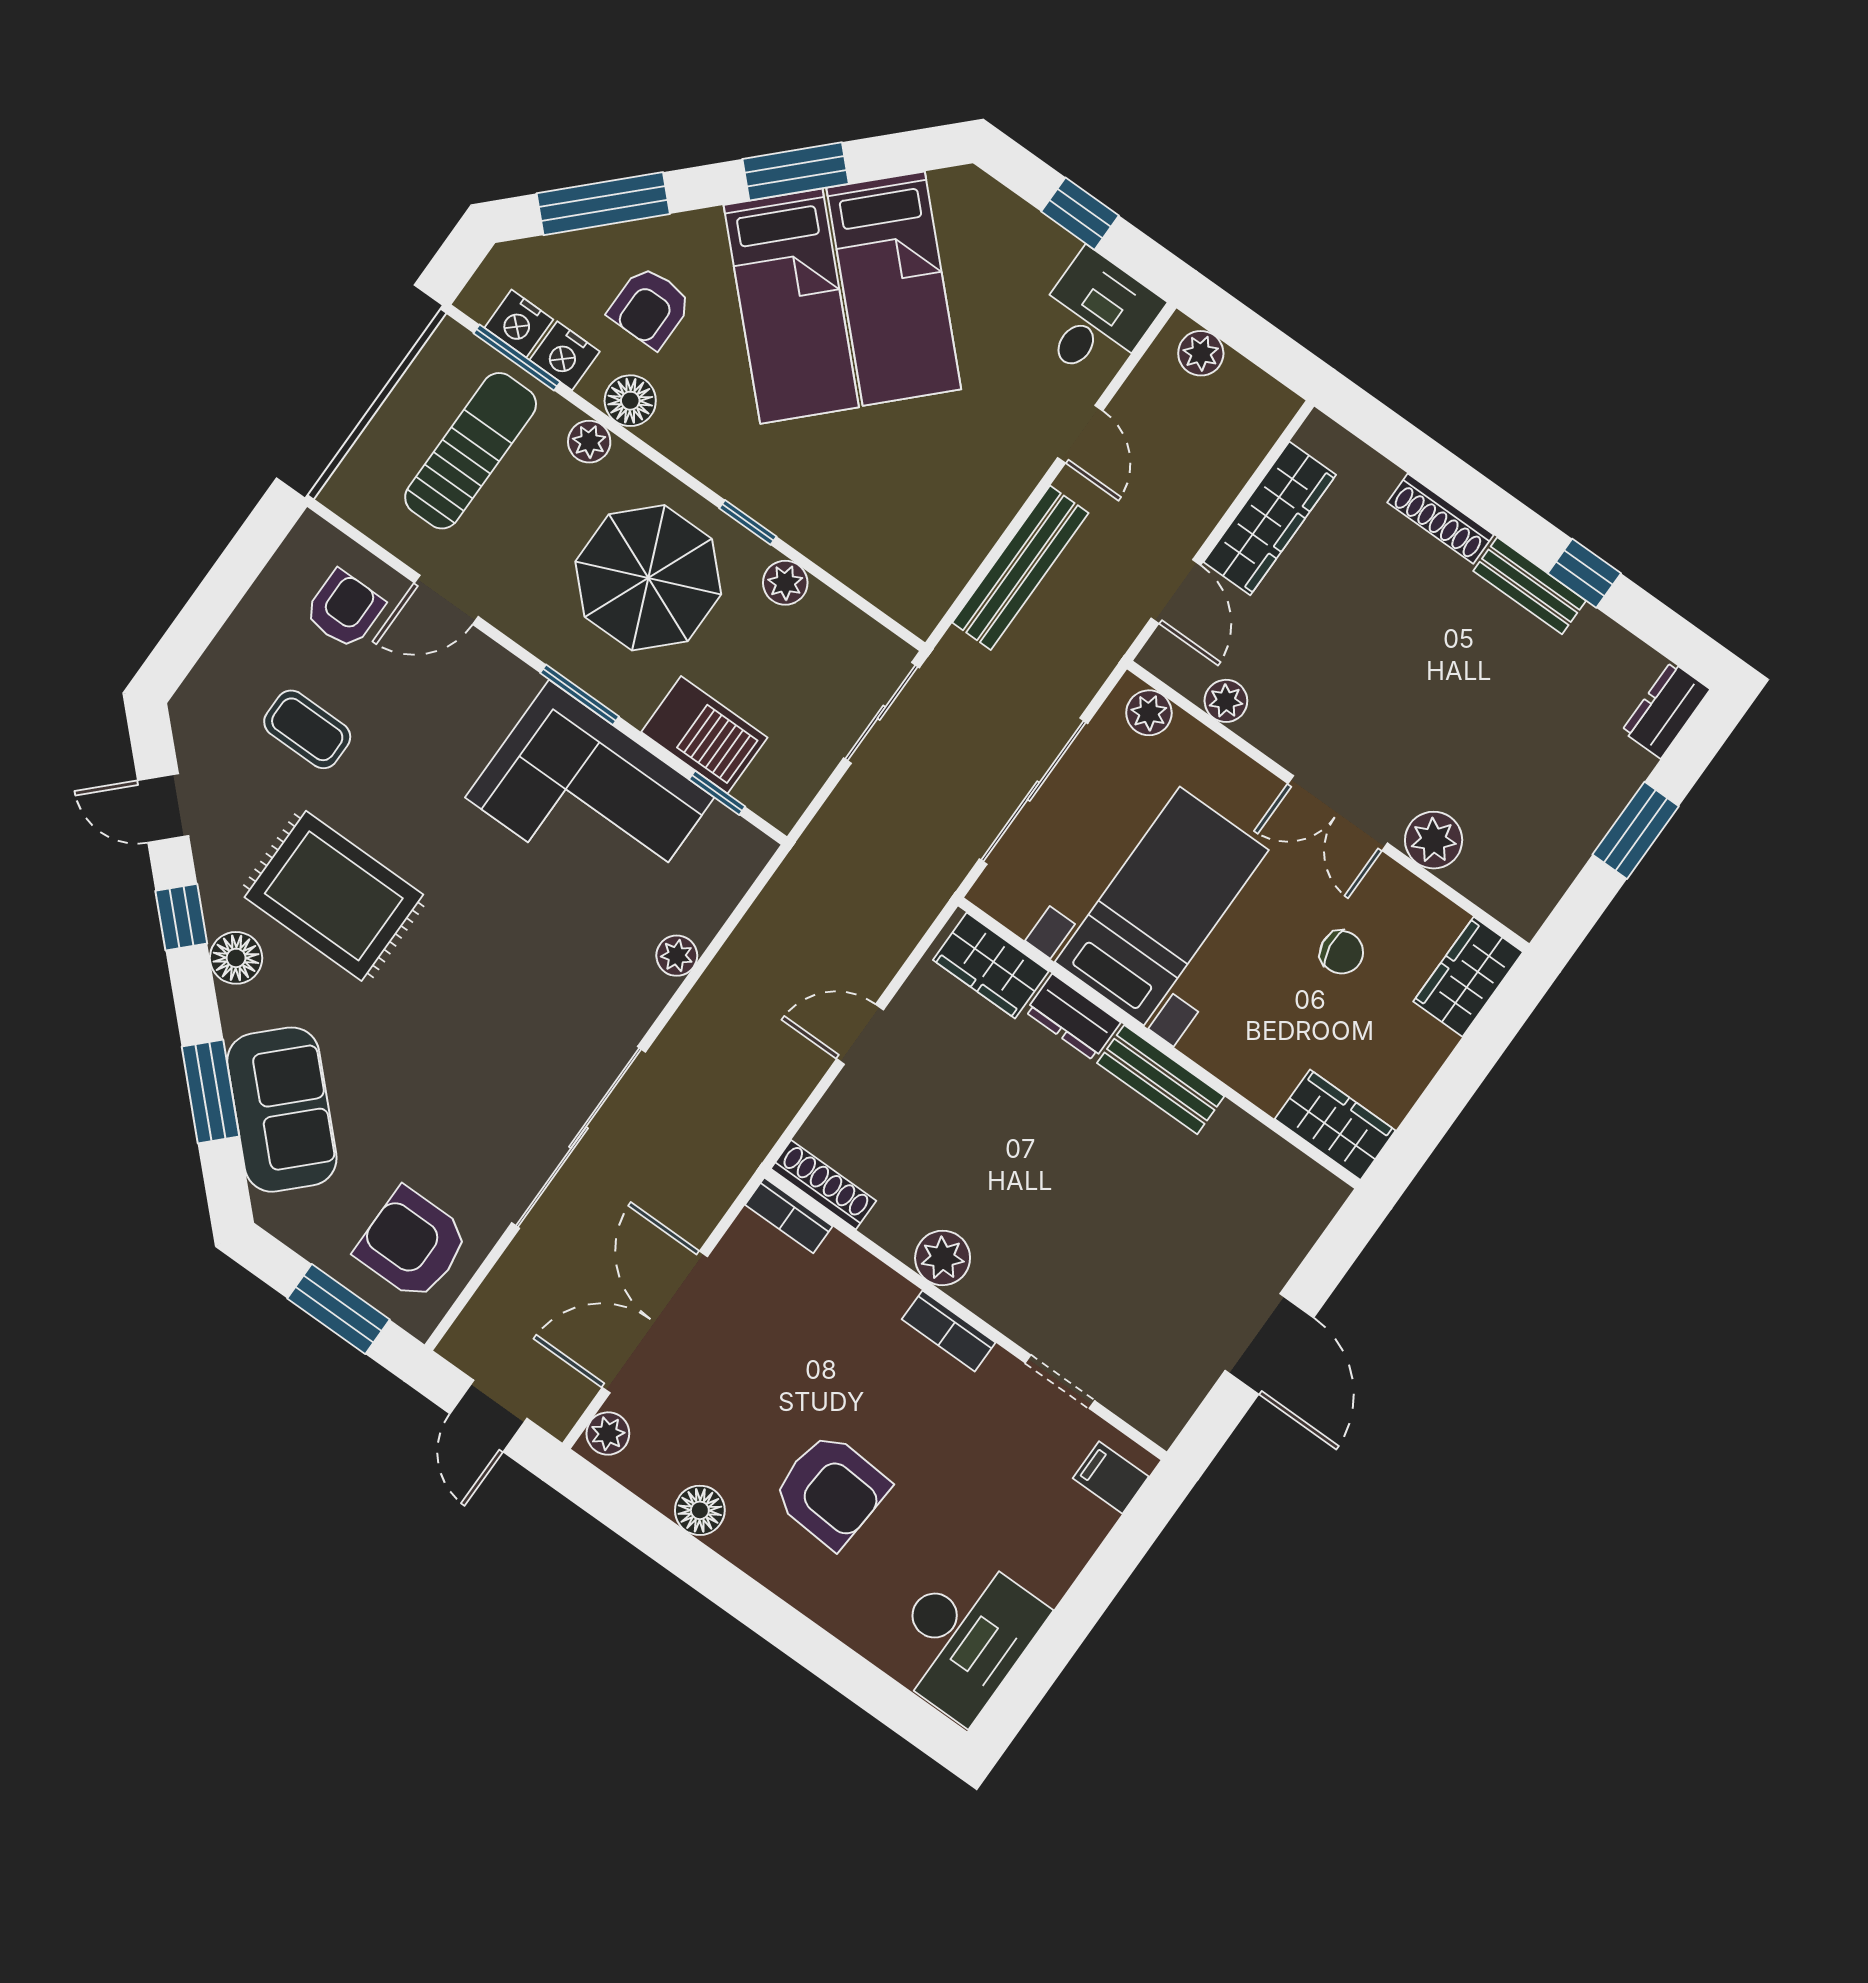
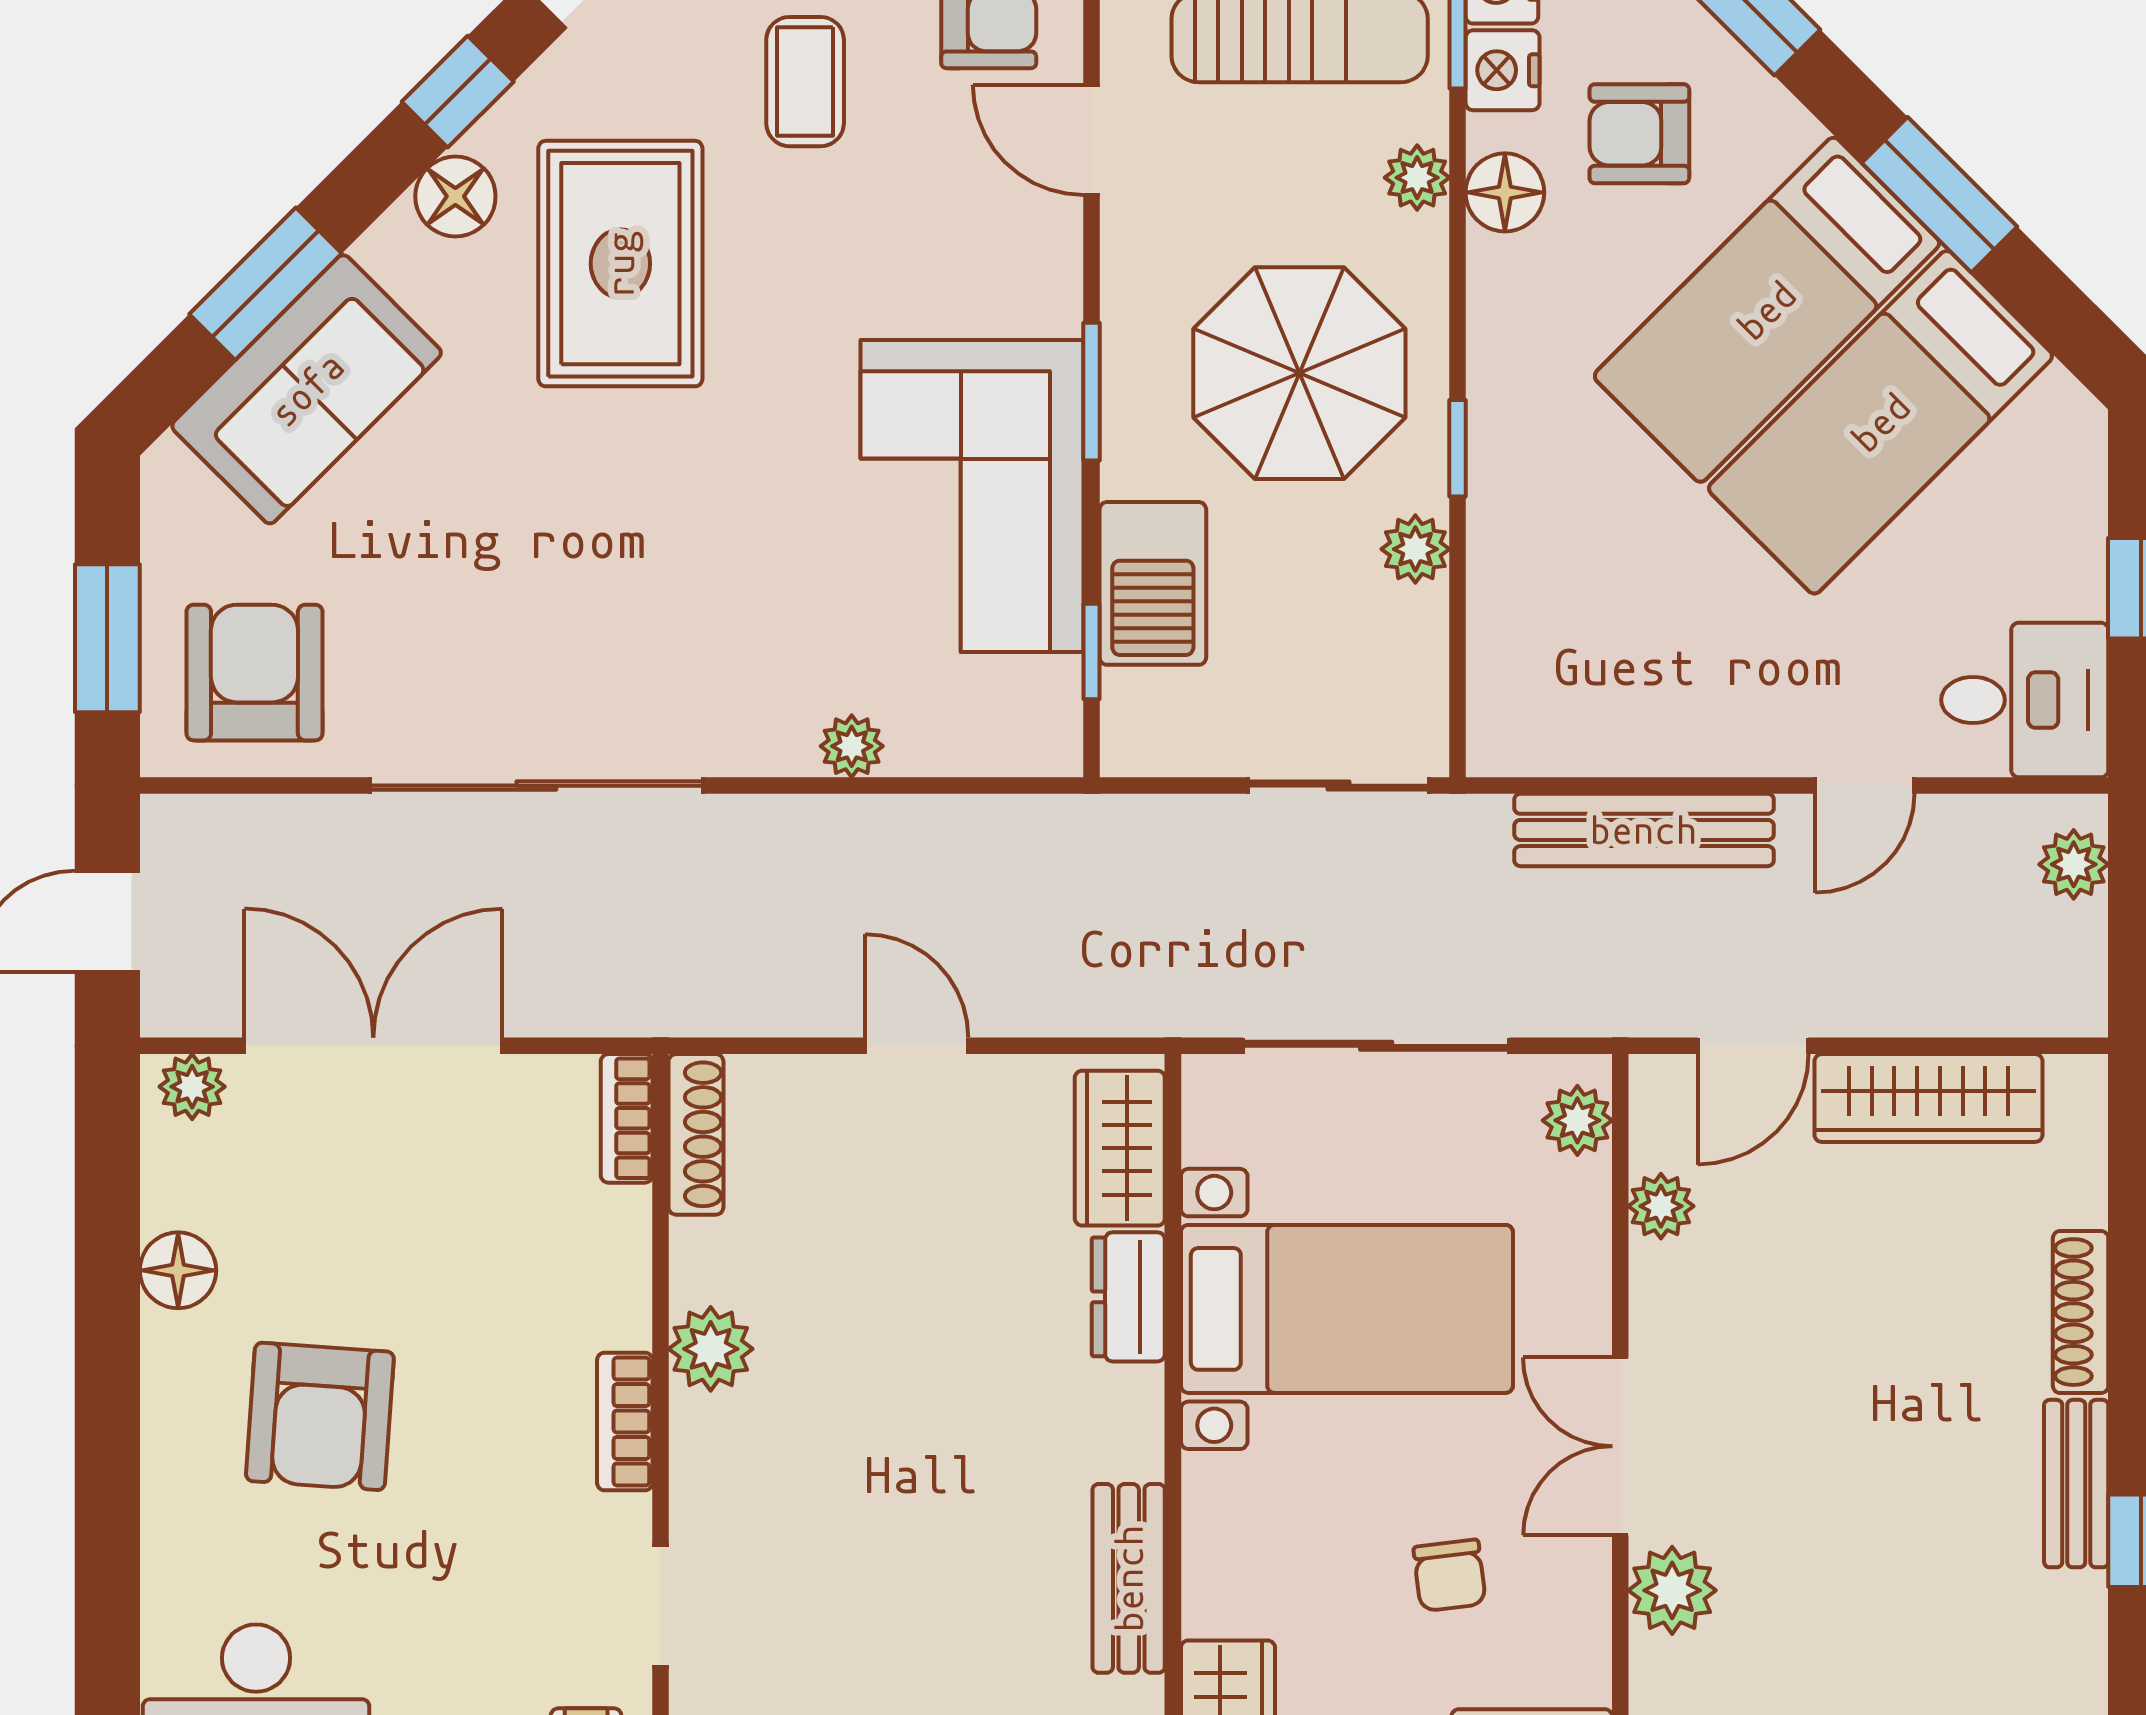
bench: (1161, 1080) -> (1129, 1578), moved

